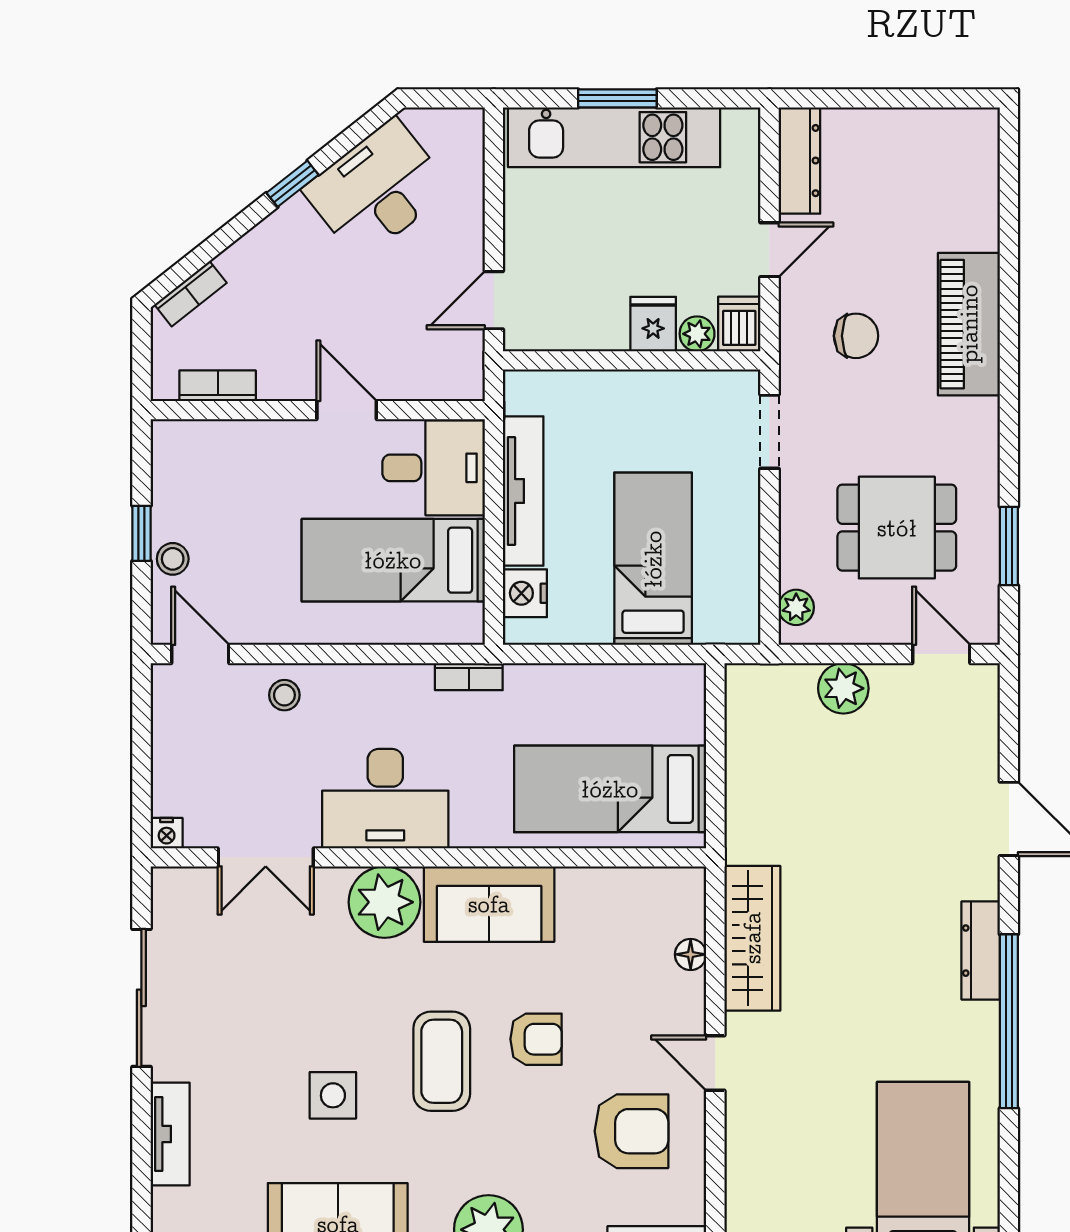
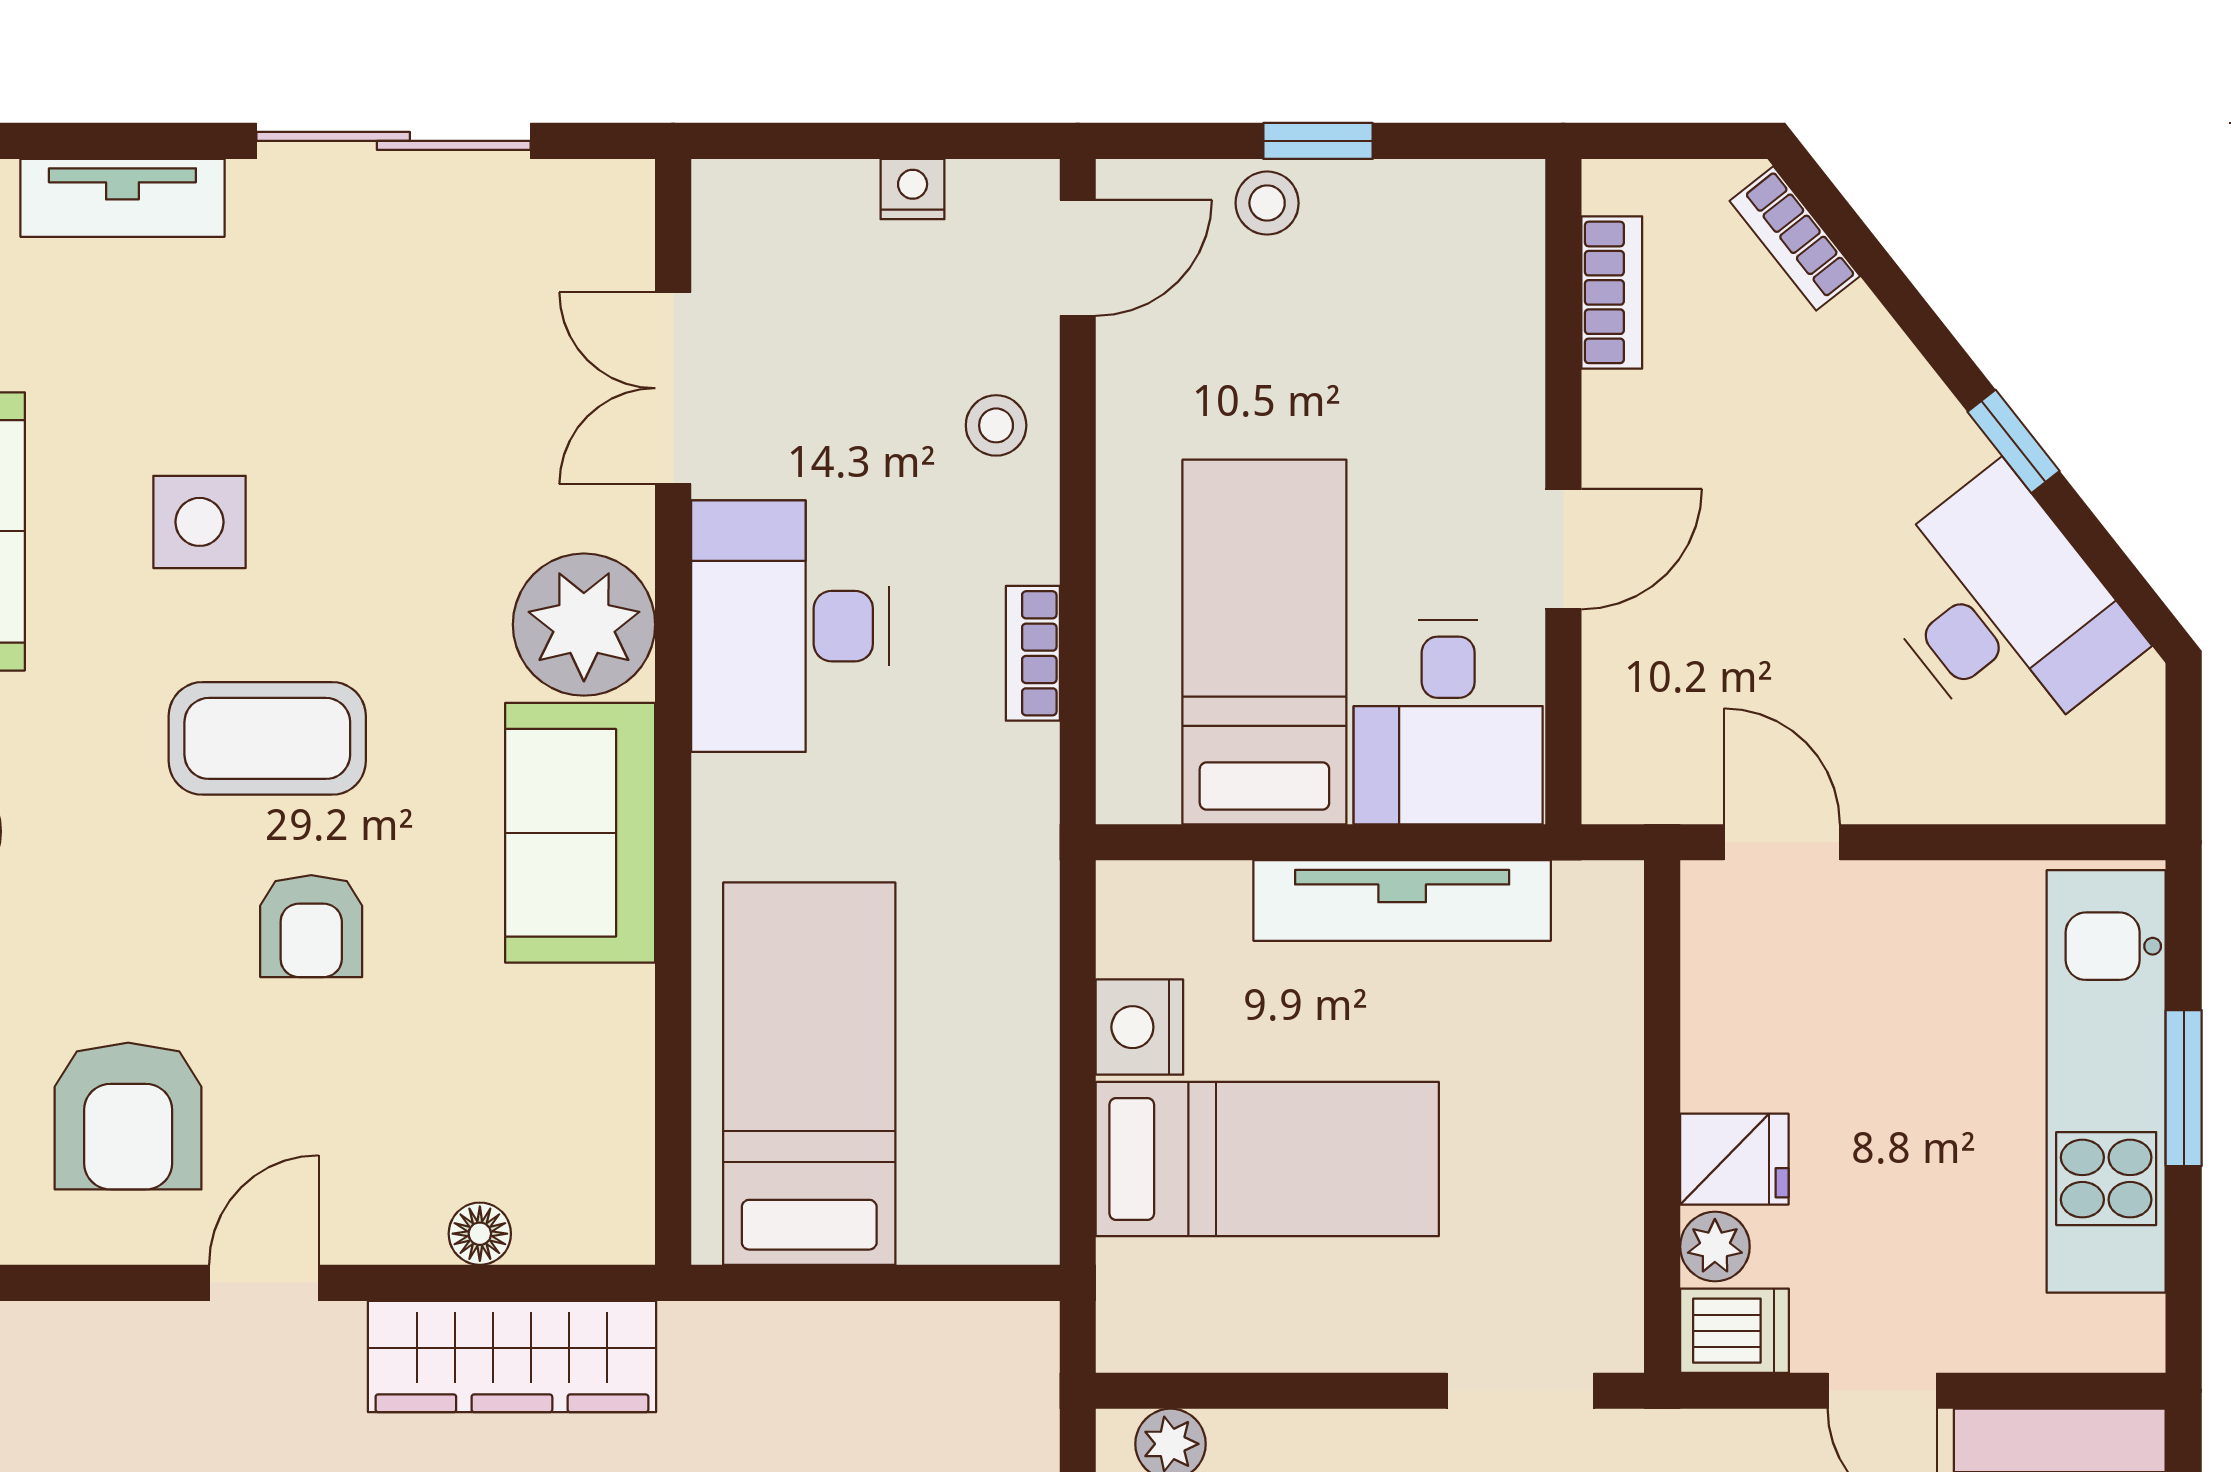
nightstand: (525, 593) -> (1139, 1027), moved, turned -90
bookcase: (469, 677) -> (1033, 653), moved
nightstand: (167, 833) -> (913, 189), moved, turned 90

